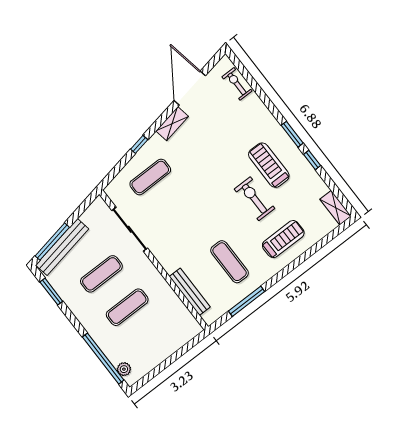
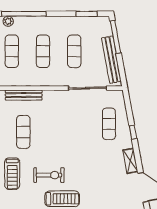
bench: (62, 247) -> (111, 60), moved
exercise mat: (230, 262) -> (23, 132), turned 90
exercise mat: (153, 341) -> (12, 51), added

